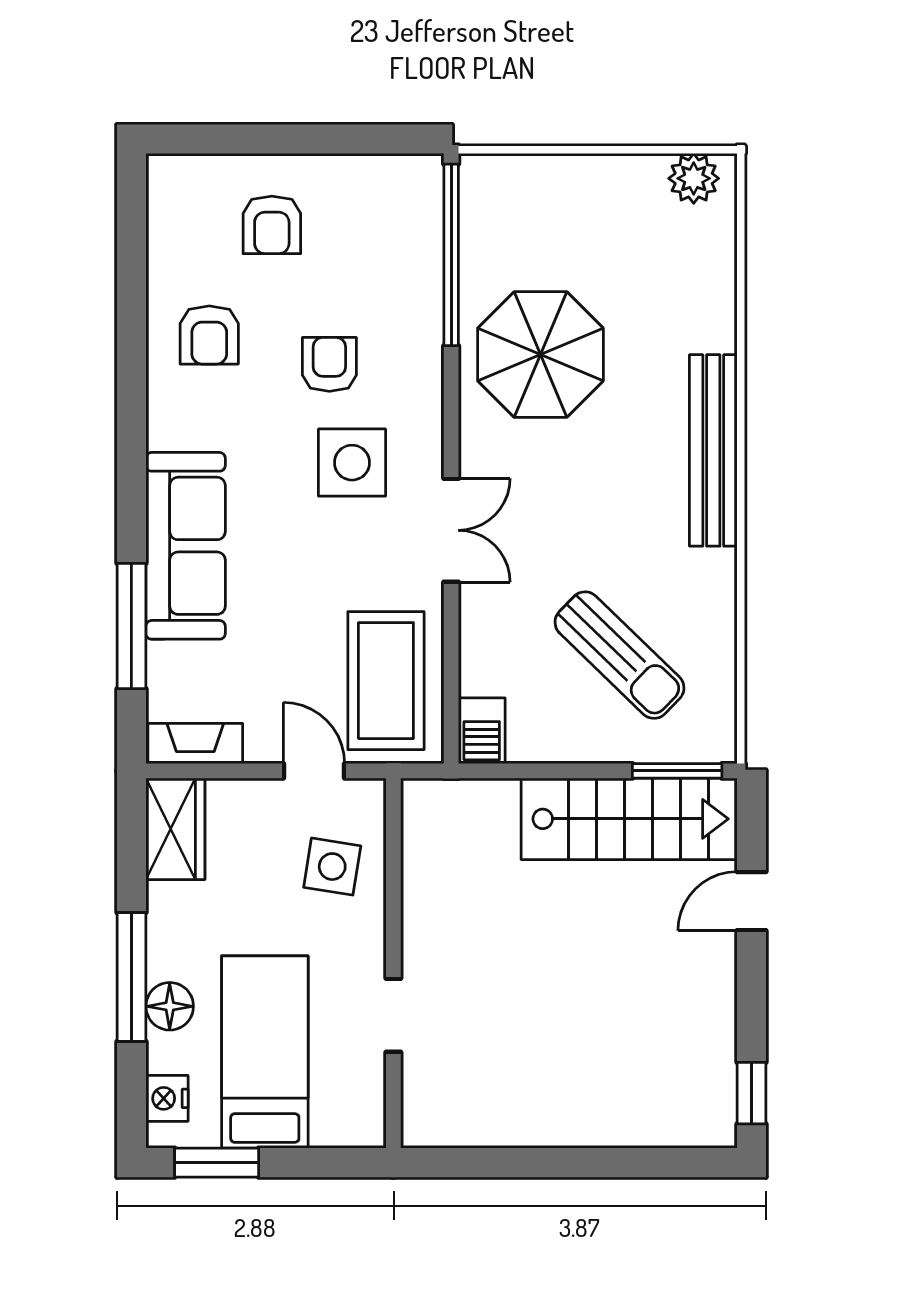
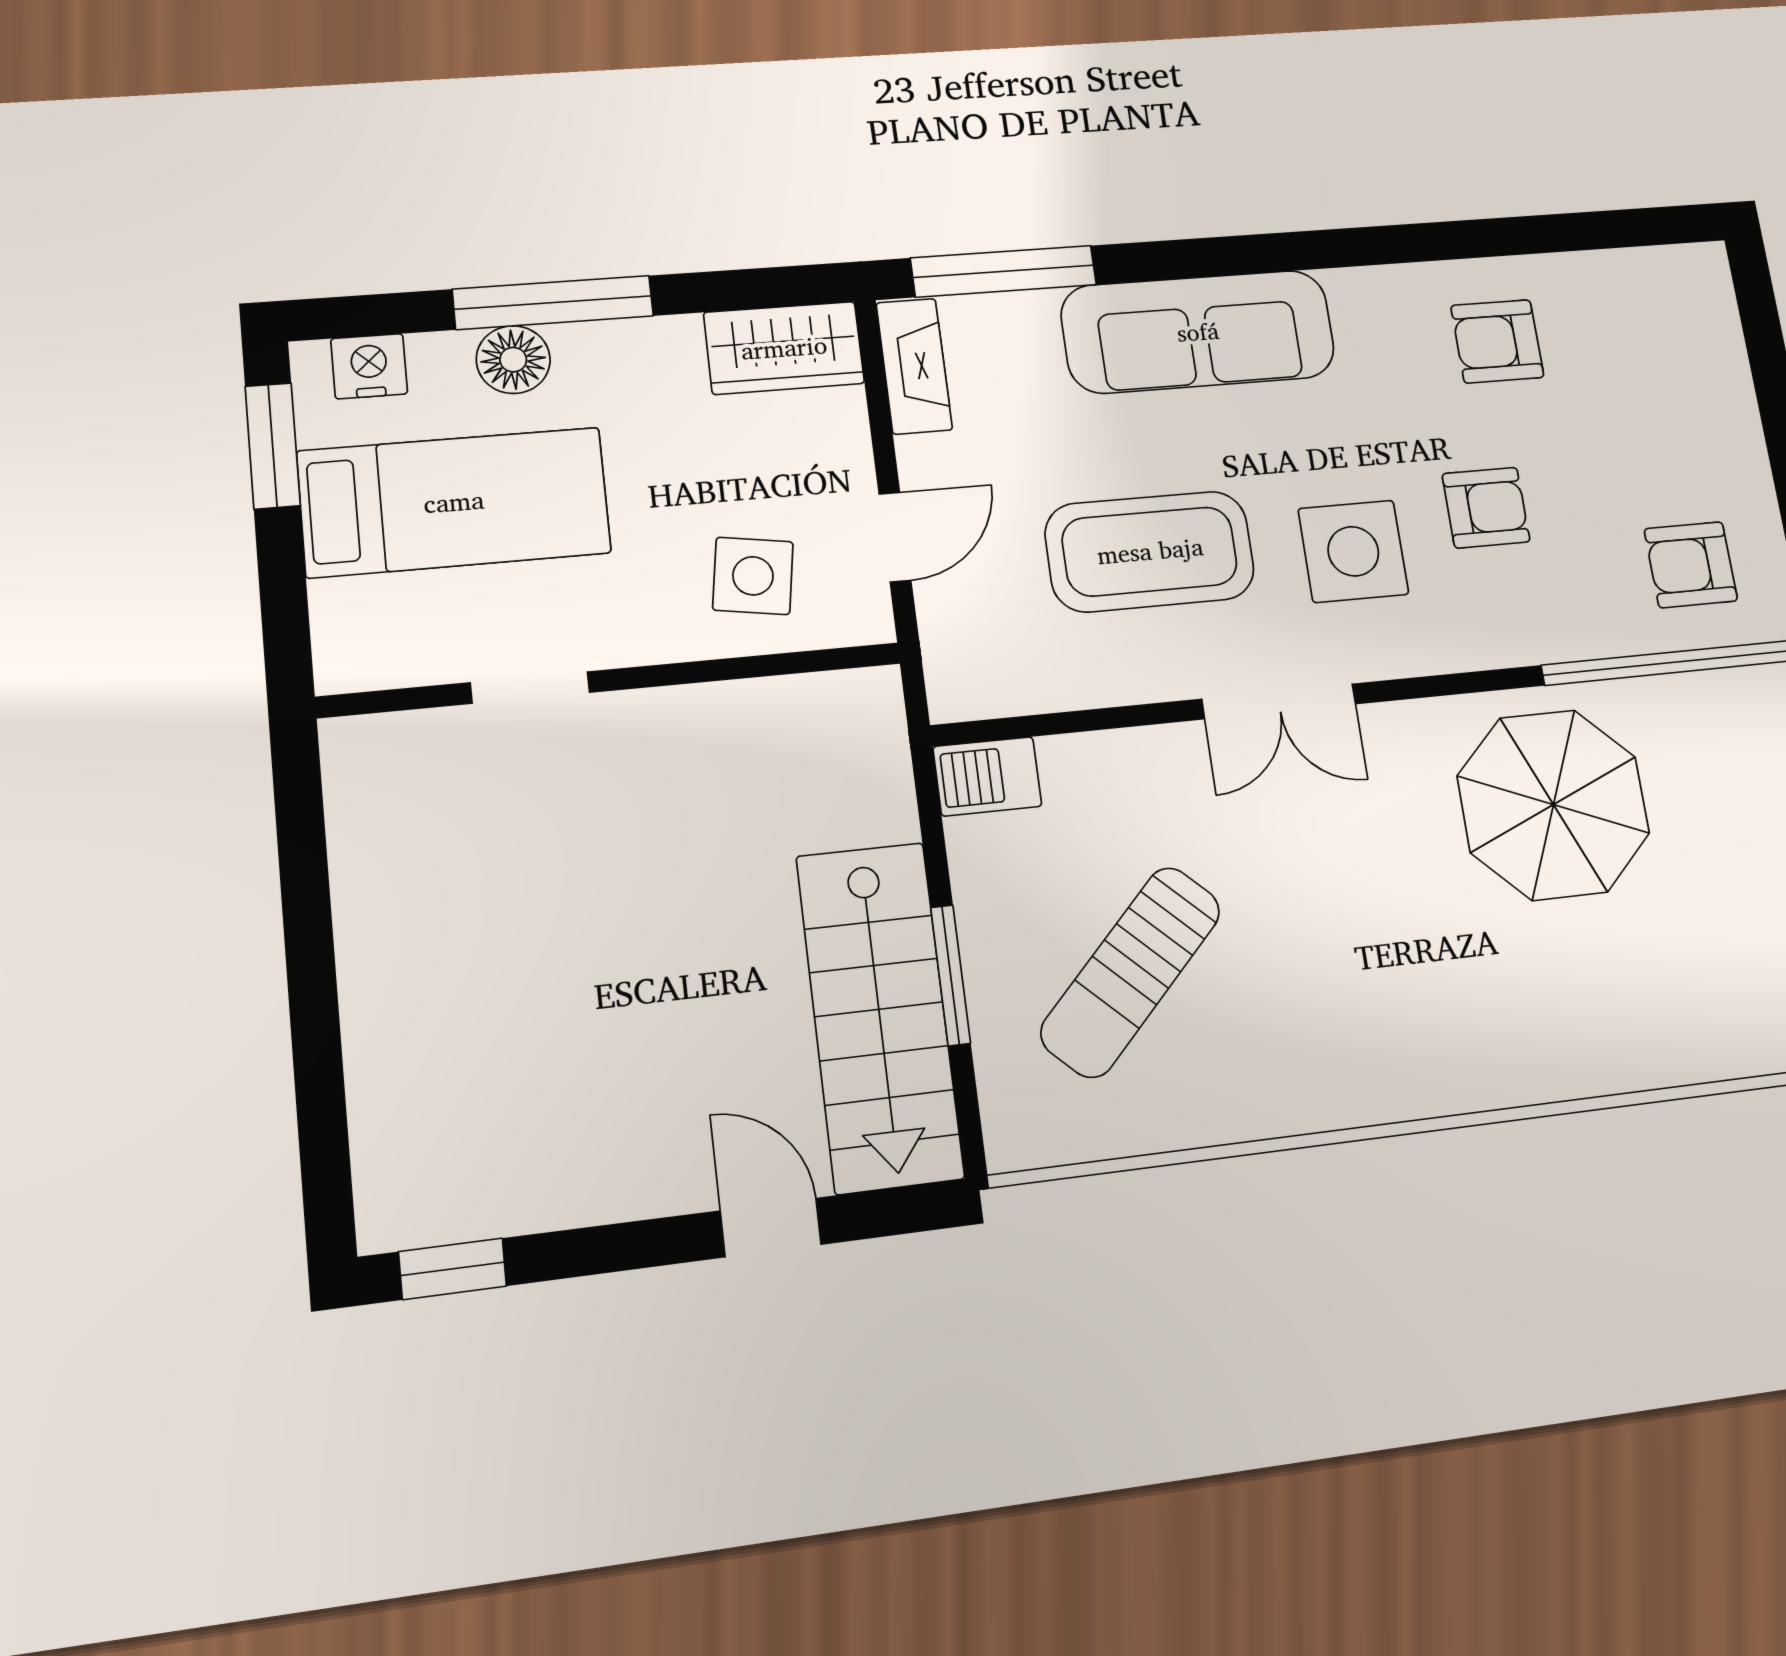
armchair: (272, 225) -> (1691, 565), moved
bench: (713, 450) -> (1459, 1078), removed
window: (131, 626) -> (1004, 271), moved
coffee table: (386, 681) -> (1150, 551), moved
window: (677, 771) -> (951, 975), moved

